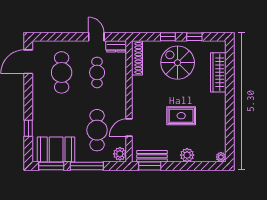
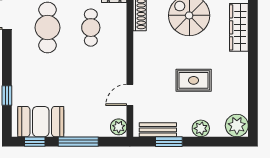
cafe table: (97, 130) -> (91, 98), removed
plant: (221, 157) -> (237, 126), width x1.88, depth x1.88
window: (51, 166) -> (35, 142), width x0.67
window: (150, 166) -> (169, 142), moved

